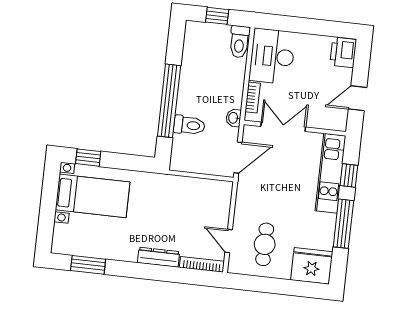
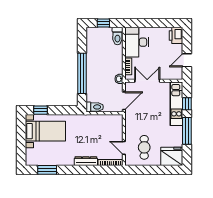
toilet: (189, 125) -> (95, 107), moved

